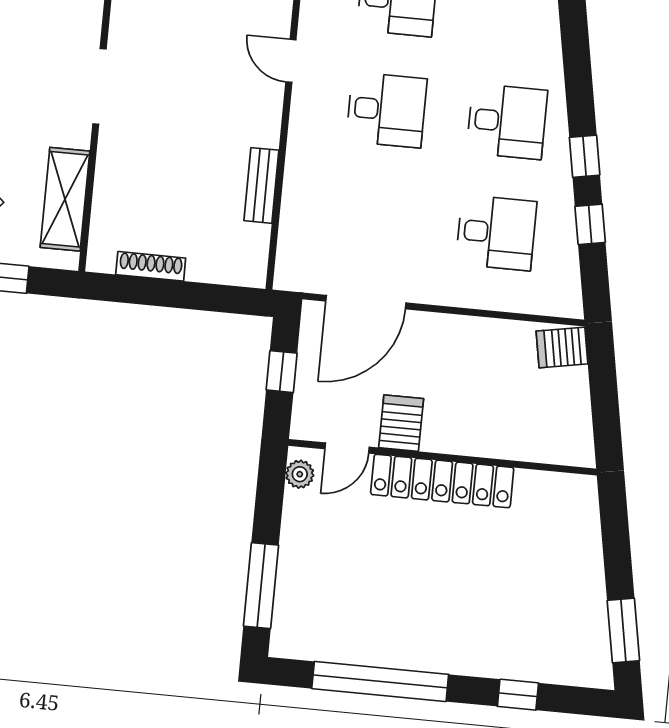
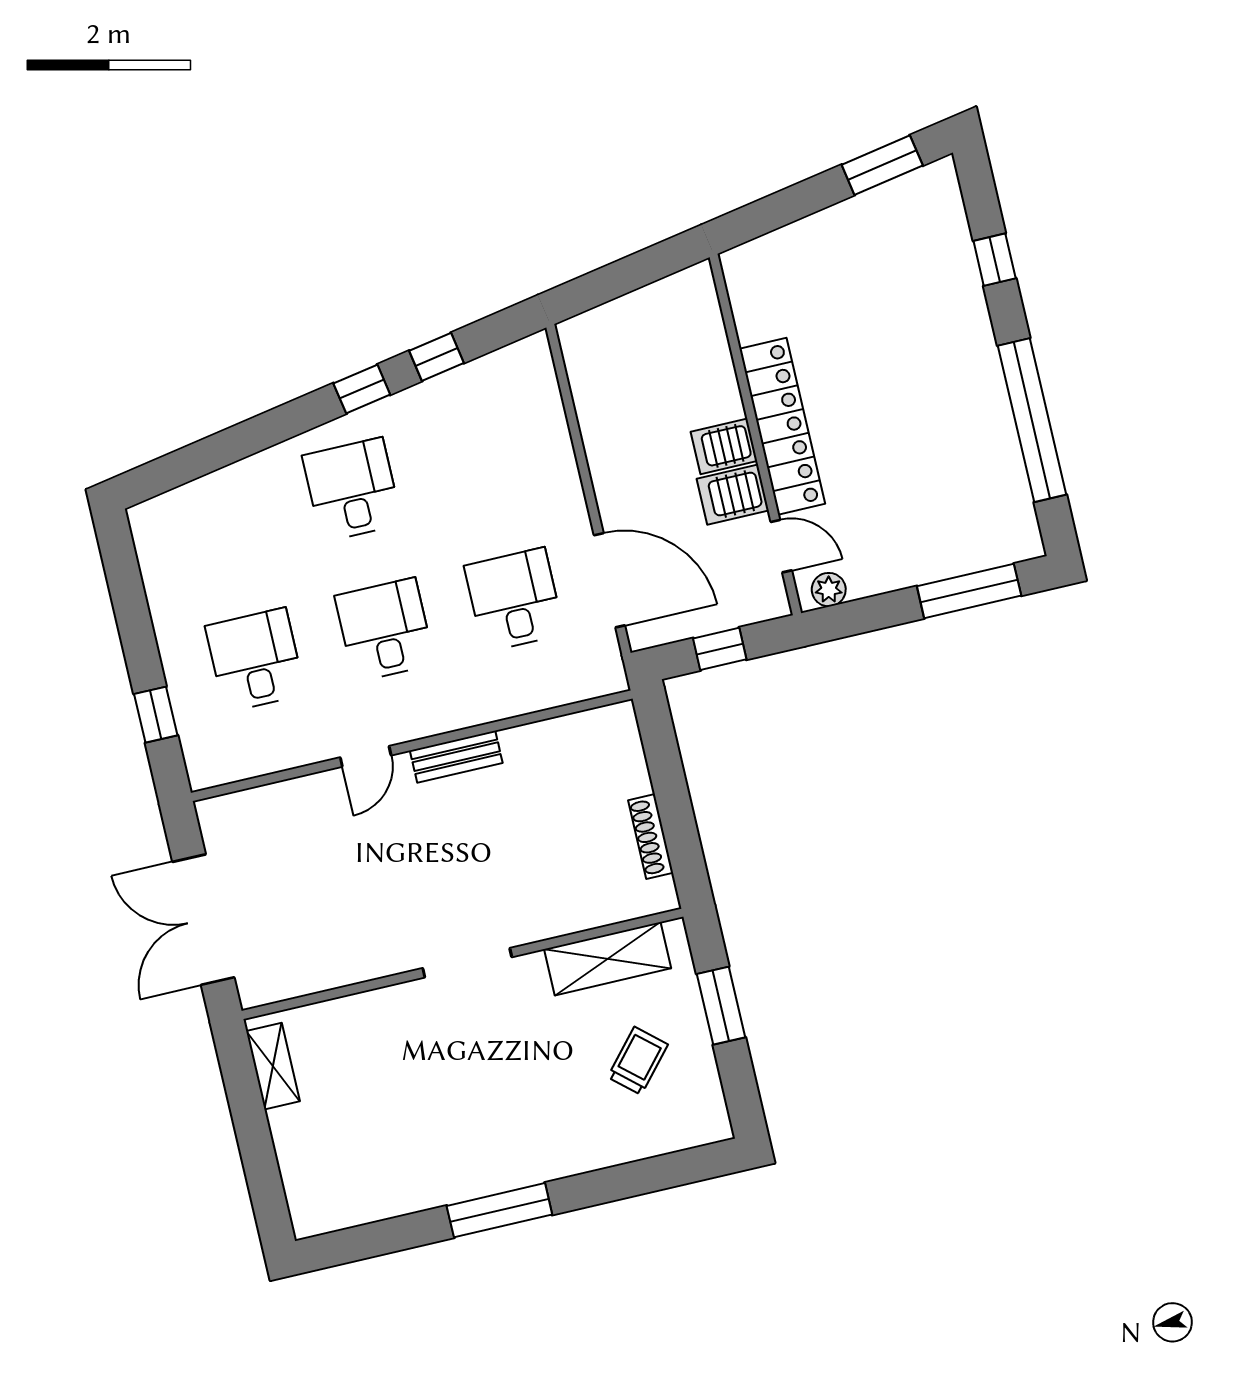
bench: (261, 185) -> (456, 757), moved
desk: (496, 233) -> (514, 600), moved
server rack: (562, 347) -> (724, 446), moved, turned 100

